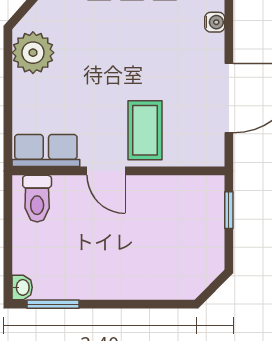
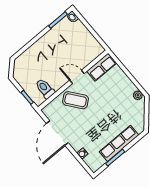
plant: (33, 53) -> (138, 95), width x0.53, depth x0.53
coffee table: (145, 130) -> (76, 100), turned -38
toilet: (37, 199) -> (45, 89), moved

